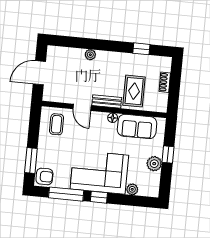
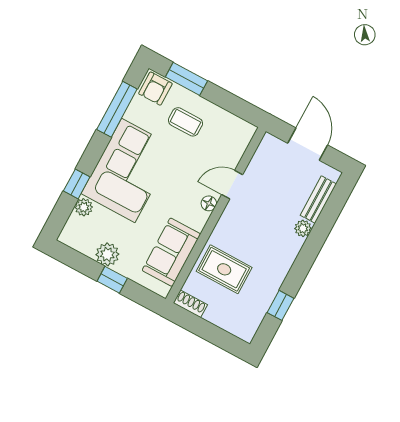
shoe rack: (165, 82) -> (190, 304), moved
bench: (107, 101) -> (318, 200), moved
floor lamp: (113, 118) -> (209, 203), moved
coffee table: (57, 124) -> (185, 122), moved
window: (99, 197) -> (77, 184), moved

